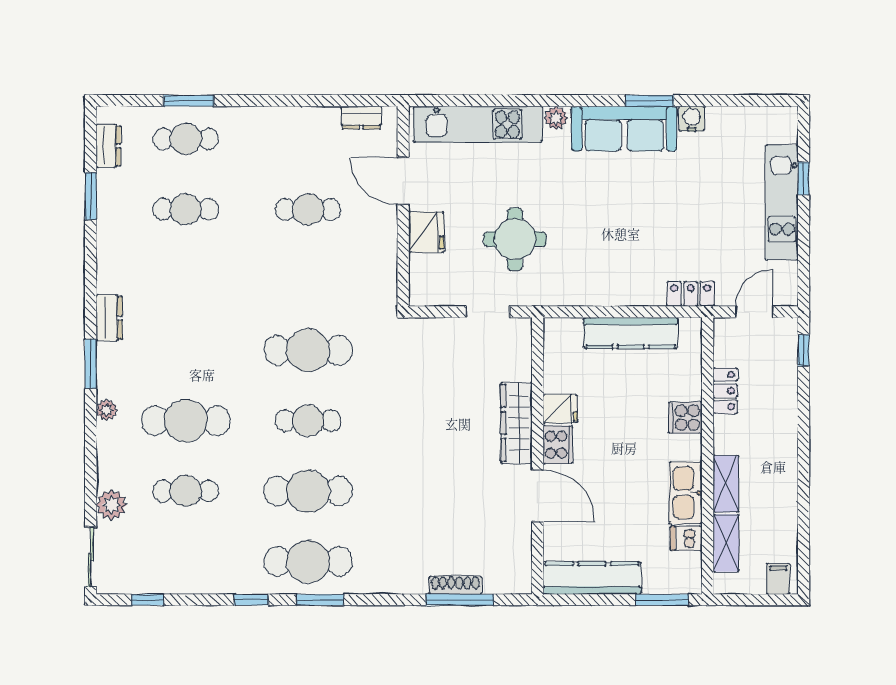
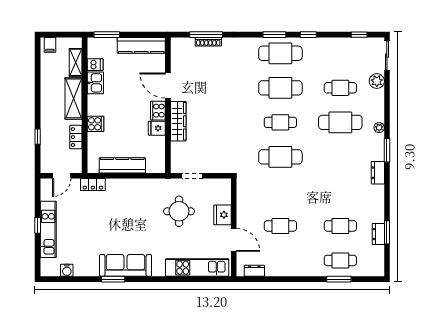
plant: (556, 118) -> (159, 271), removed
water cooler: (692, 119) -> (67, 270), moved
dresser: (108, 146) -> (378, 234), moved
window: (804, 178) -> (38, 225), moved
window: (804, 350) -> (38, 137), moved
shelving: (726, 484) -> (74, 98), width x1.50, depth x1.33
kitchen sink: (686, 493) -> (95, 83), width x0.73

